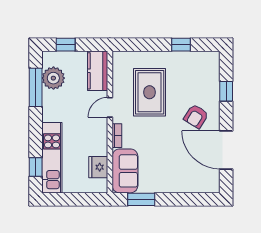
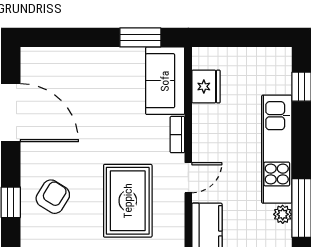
plant: (53, 78) -> (283, 214), width x0.53, depth x0.53
armchair: (196, 116) -> (53, 197), moved
kitchen unit: (52, 158) -> (277, 149), moved

